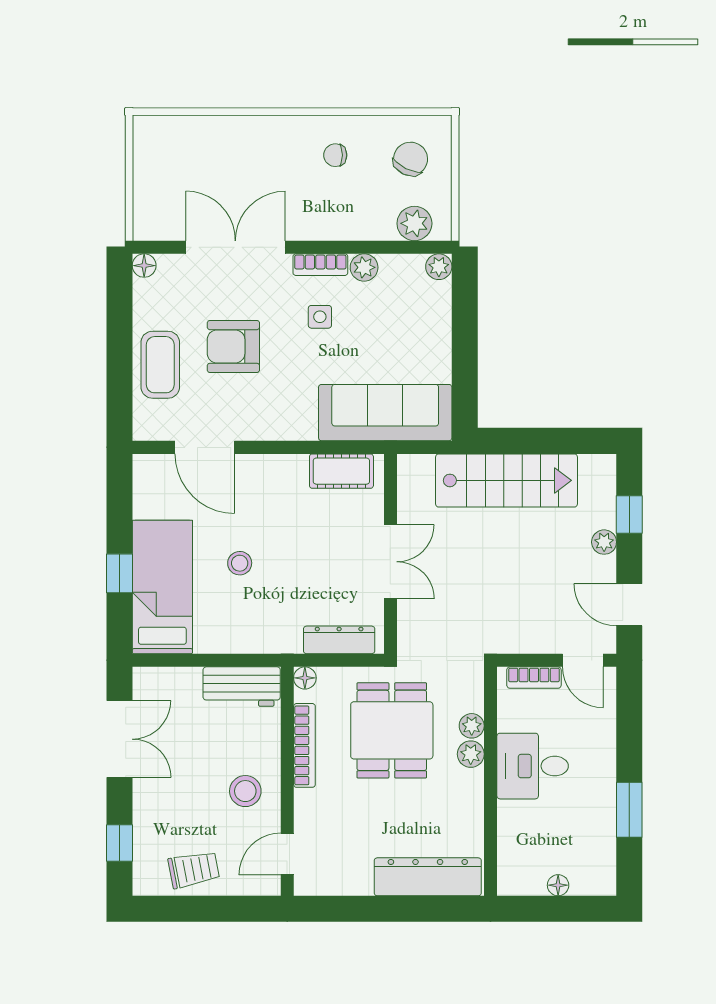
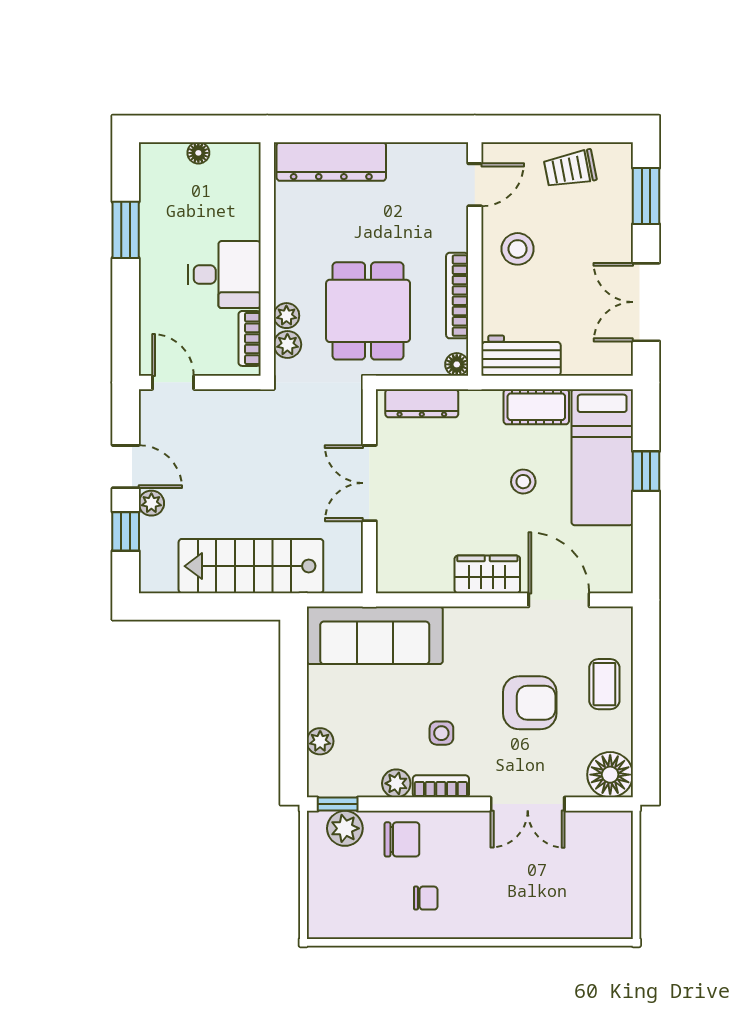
chair: (411, 159) -> (402, 839), moved, turned -116
double door: (235, 247) -> (528, 804), width x0.73
window: (422, 247) -> (338, 804), added
floor lamp: (144, 266) -> (610, 775), width x1.89, depth x1.89
plant: (439, 267) -> (320, 741), moved
coffee table: (160, 365) -> (604, 684), width x0.73, depth x0.77
cot: (341, 471) -> (536, 407), moved
wardrobe: (275, 472) -> (487, 574), added
door: (629, 605) -> (126, 467), moved
bookcase: (534, 678) -> (250, 338), moved, turned -90
plant: (471, 754) -> (287, 344), moved
window: (119, 843) -> (646, 196), width x1.50

